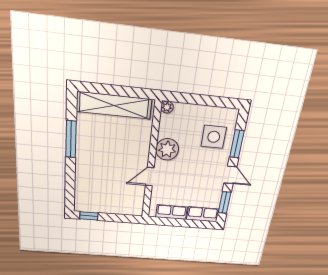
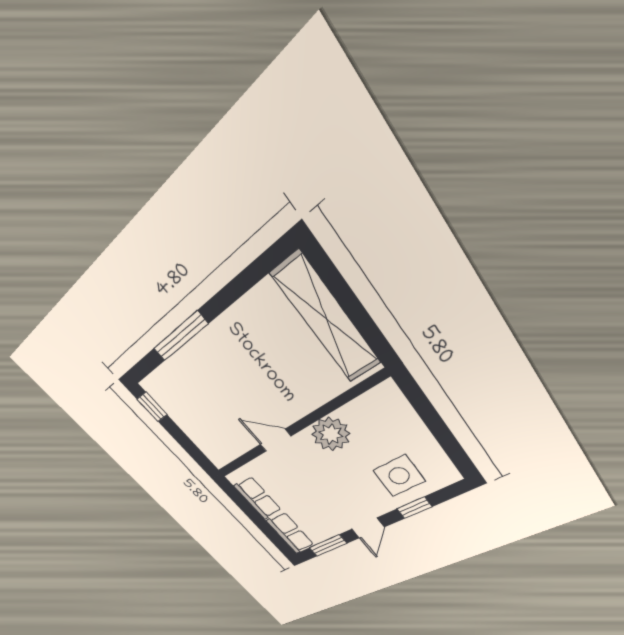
plant: (167, 107) -> (388, 390), removed
window: (71, 139) -> (180, 336), moved
window: (237, 144) -> (414, 508), width x0.67

